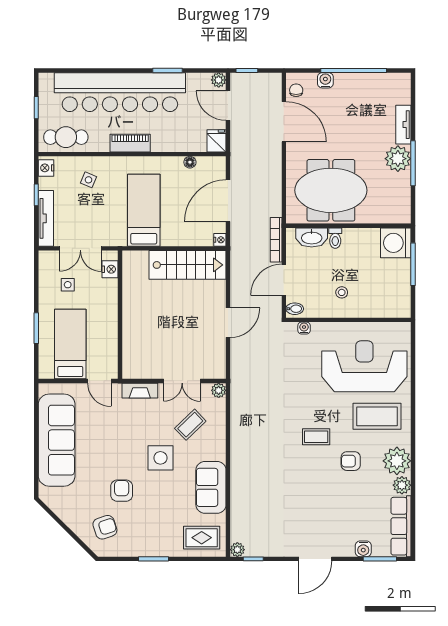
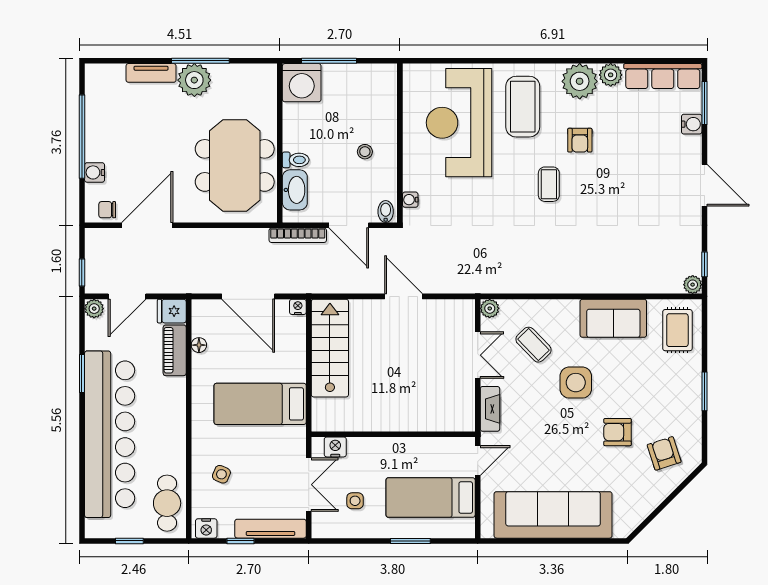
piano: (130, 143) -> (175, 350), moved

